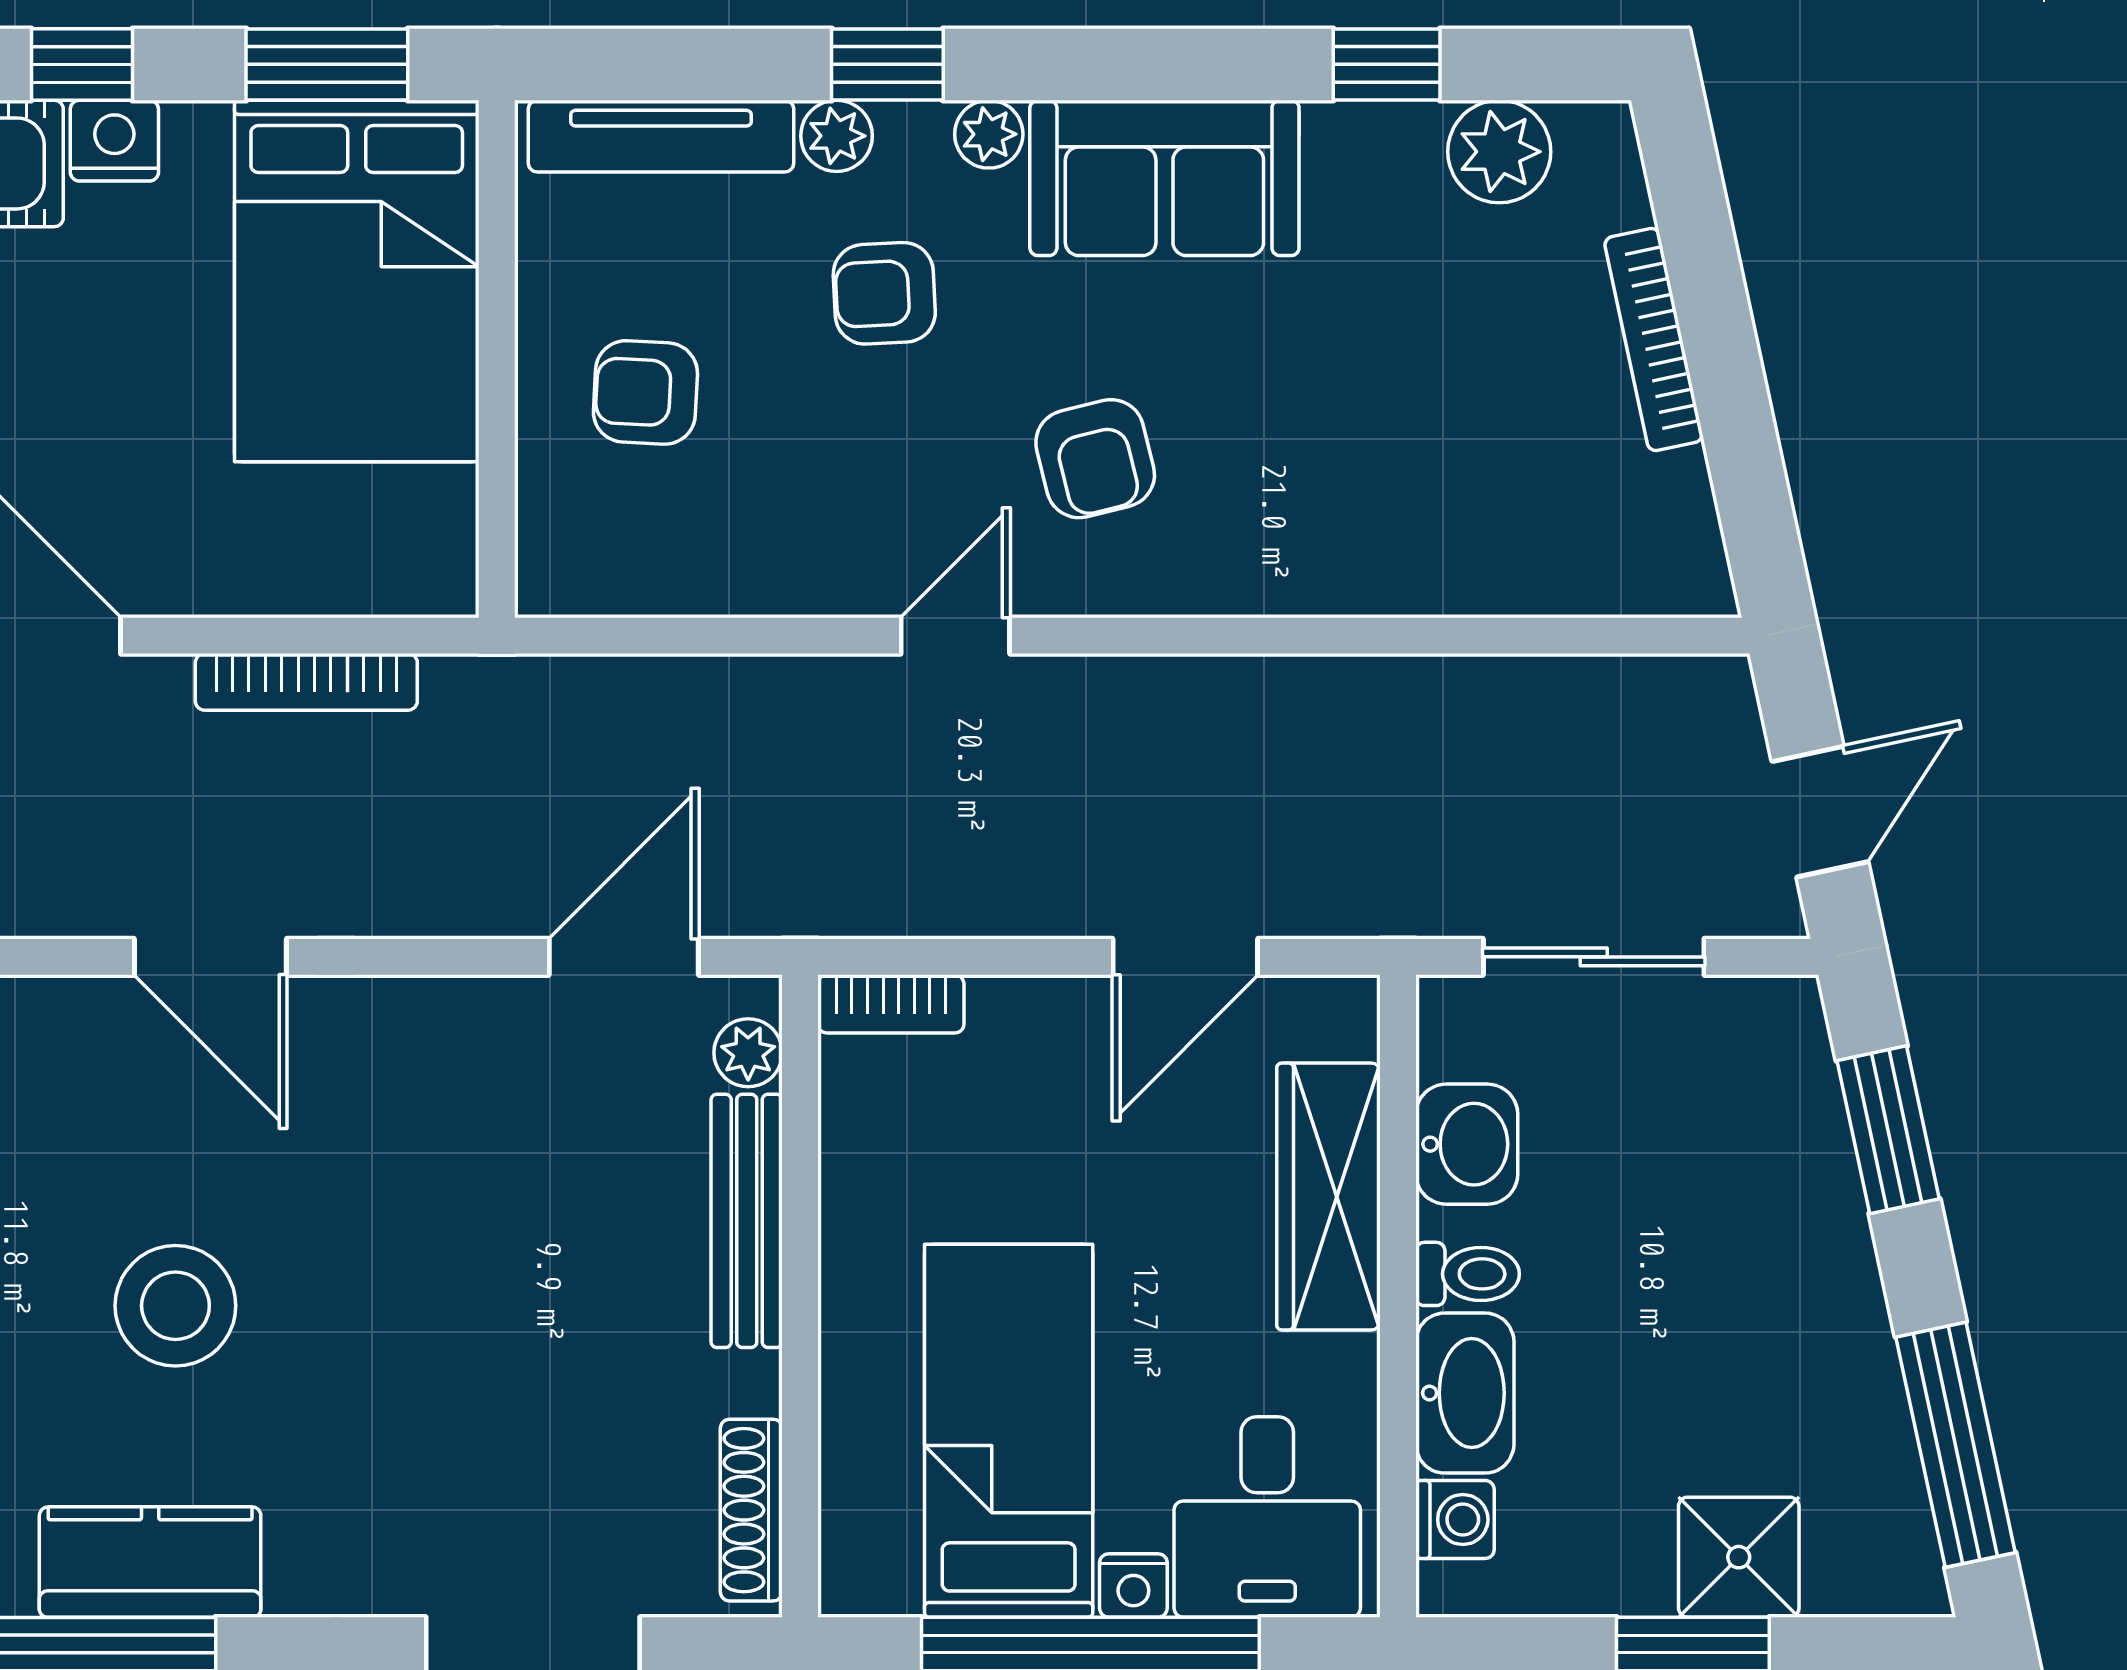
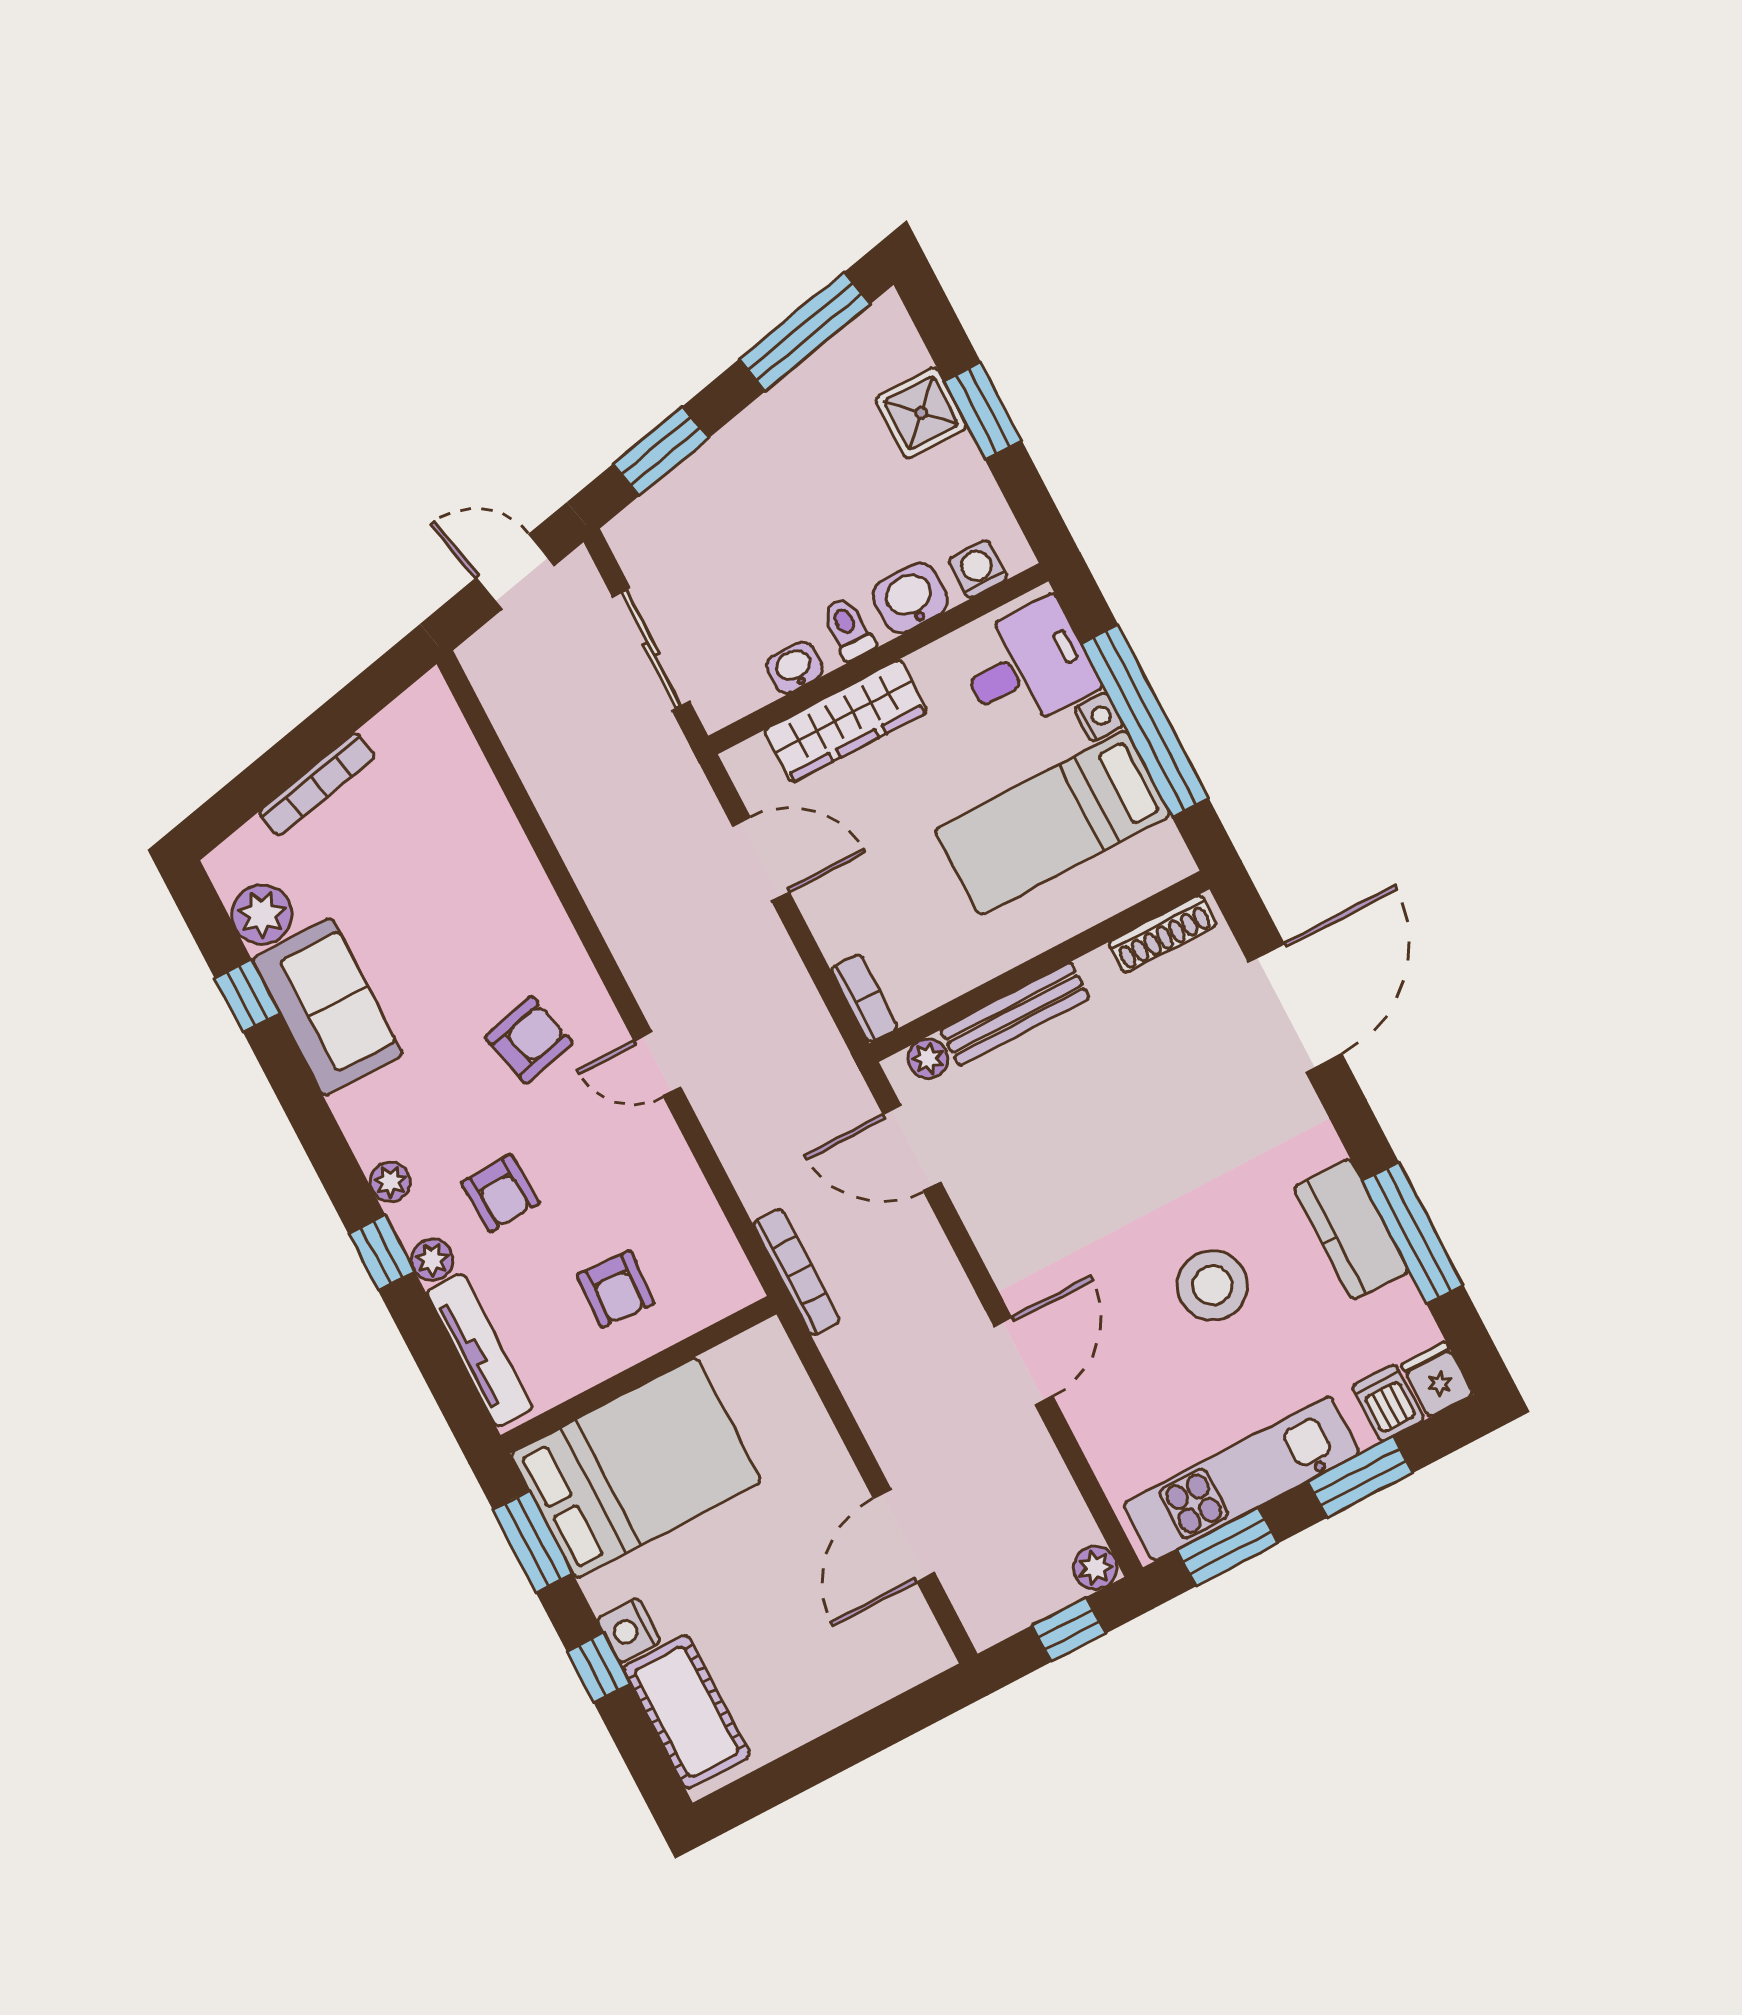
sofa: (1164, 178) -> (327, 1007), moved
bookcase: (306, 682) -> (797, 1272), moved
washbasin: (1467, 1144) -> (794, 668), width x0.72, depth x0.69
washbasin: (1465, 1393) -> (910, 598), width x0.72

